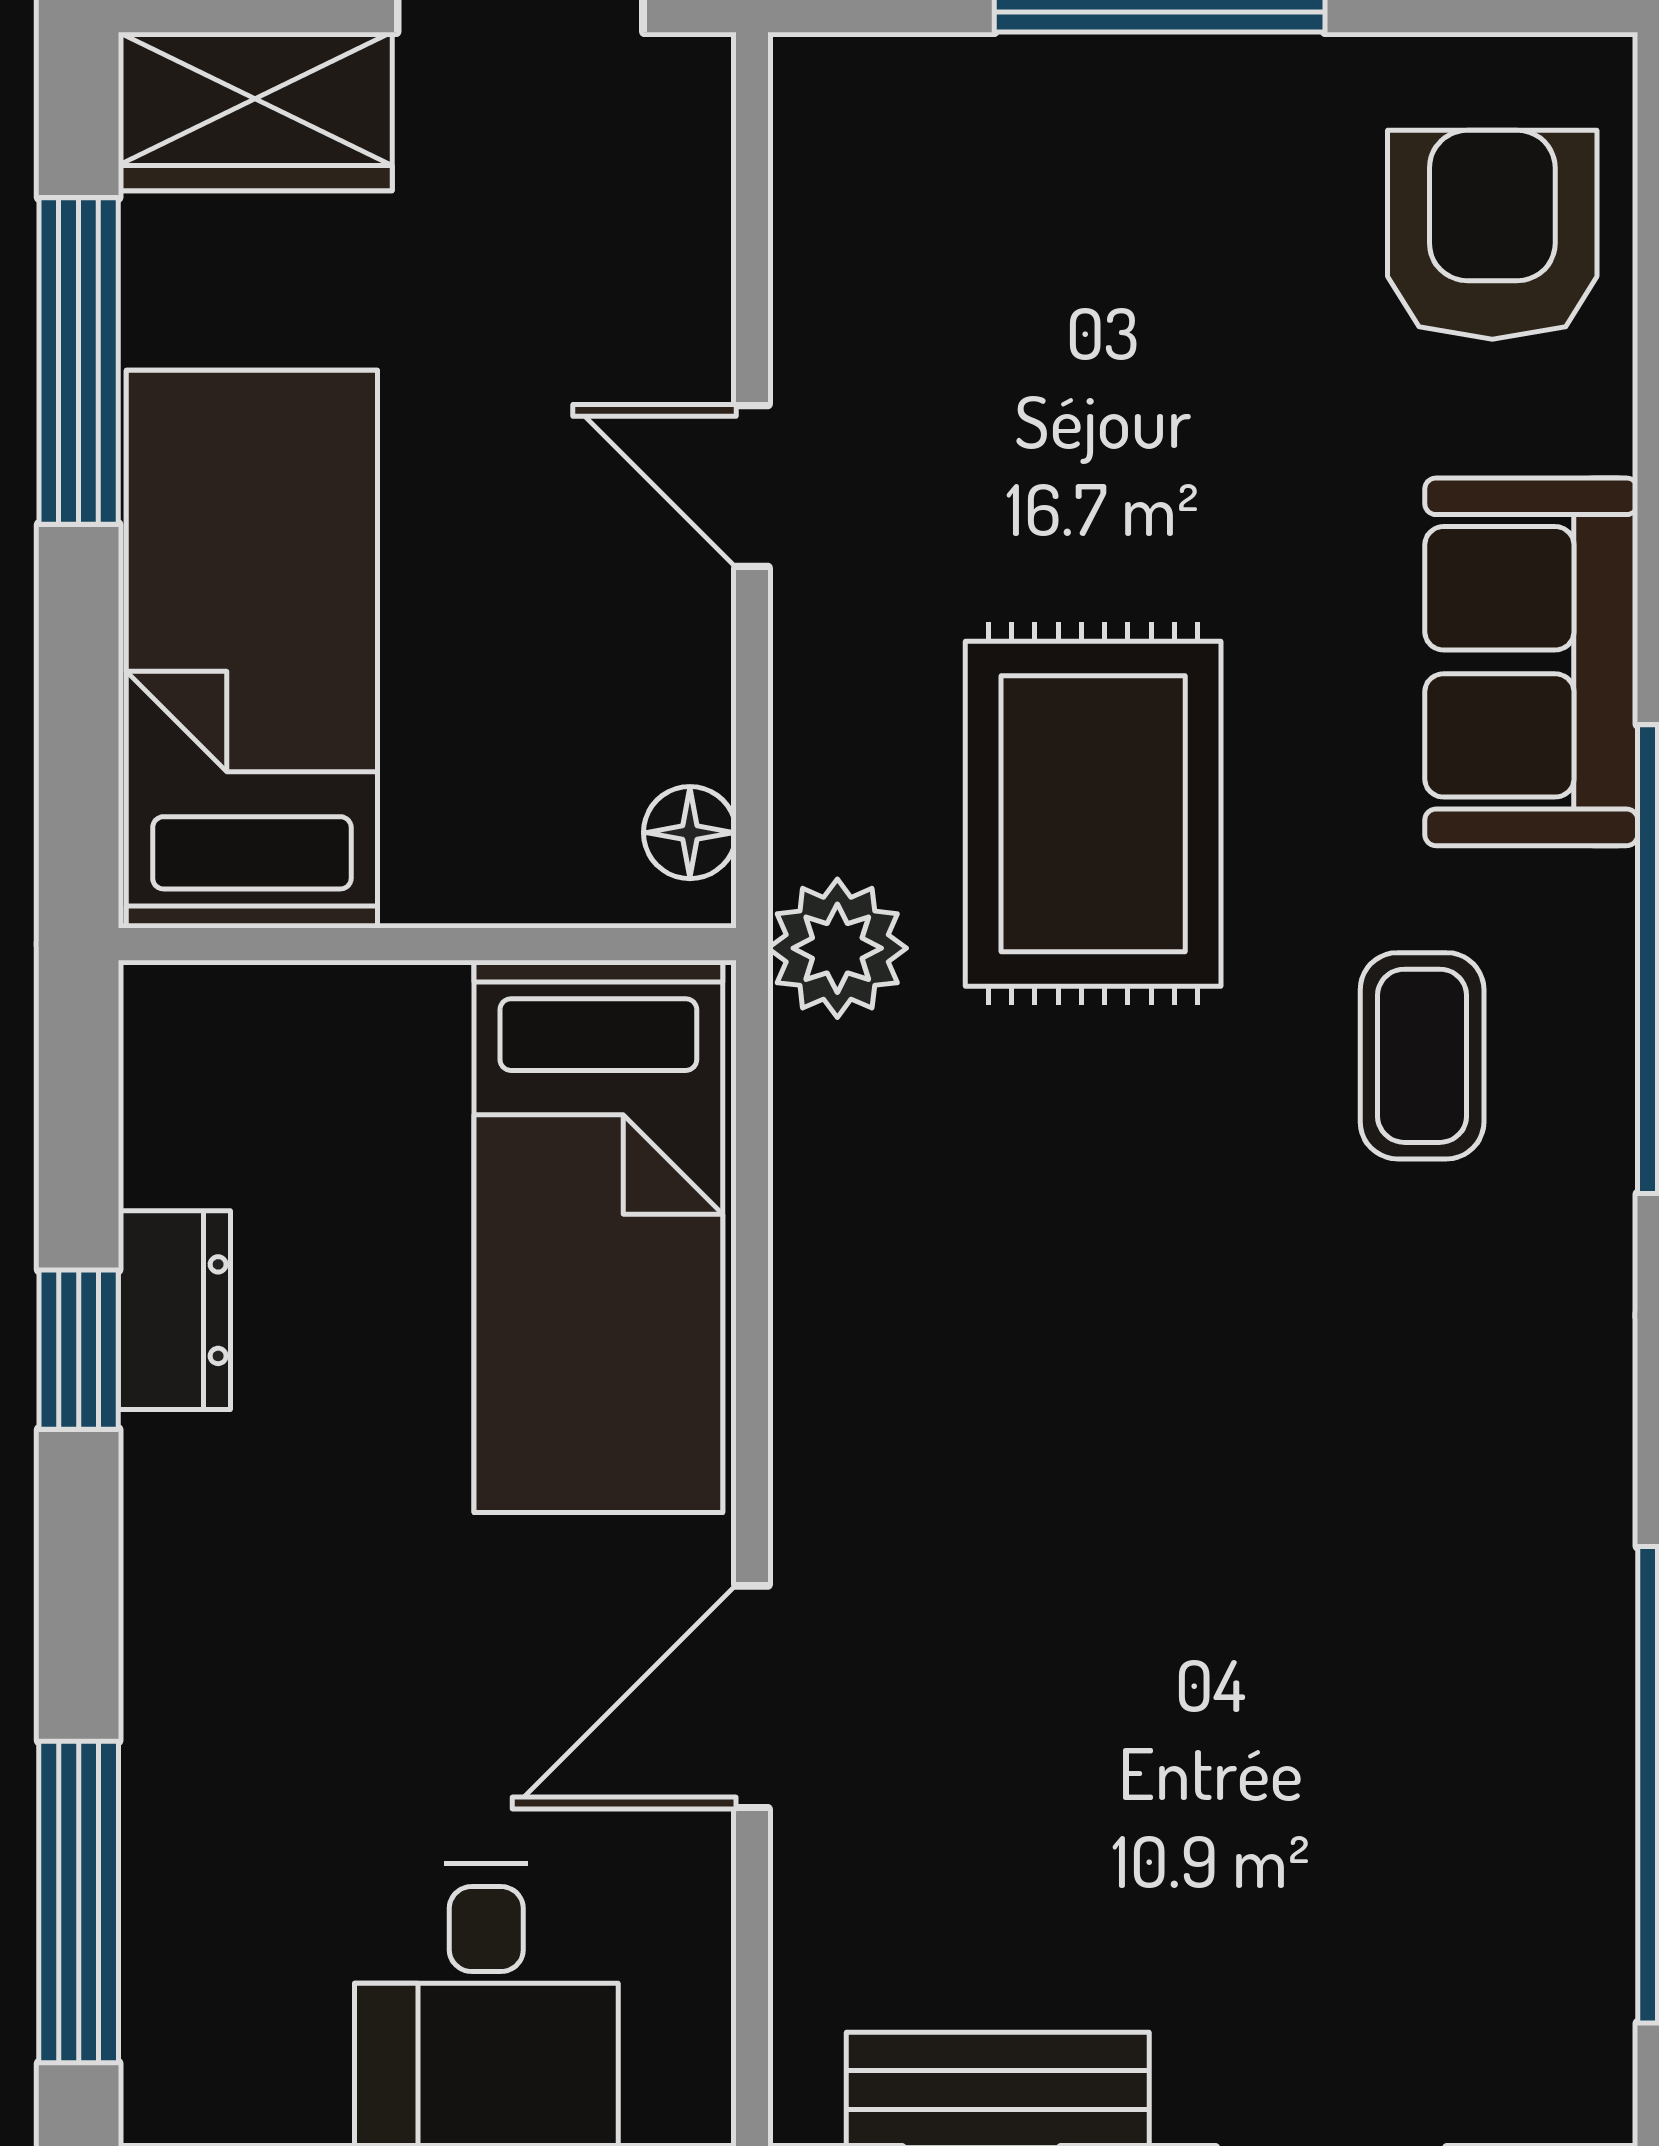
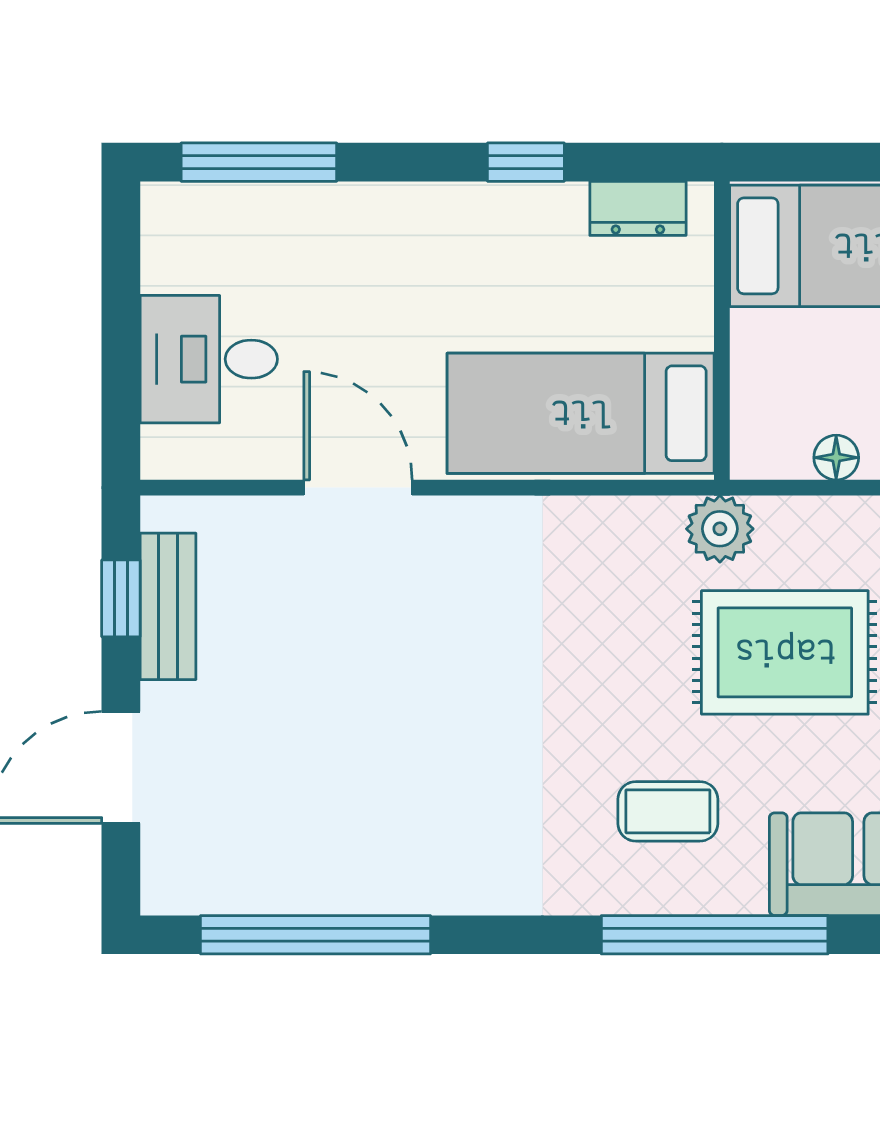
floor lamp: (690, 833) -> (836, 458), moved
dresser: (174, 1310) -> (638, 208), moved

